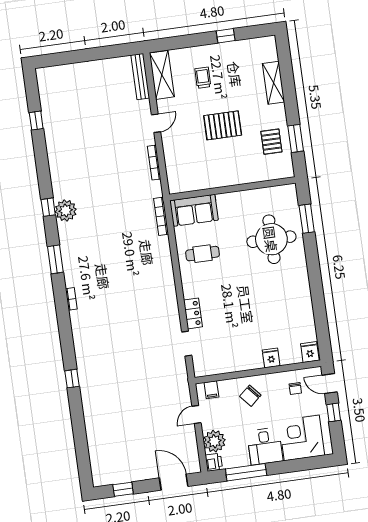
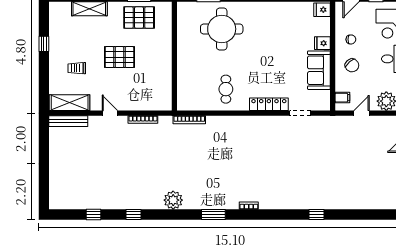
pallet: (223, 125) -> (119, 57), turned 90
pallet: (271, 142) -> (139, 18), width x1.50, depth x1.42
window: (48, 207) -> (134, 215), moved
sofa: (194, 210) -> (319, 70), moved, turned 180
locker: (193, 313) -> (269, 104), width x1.53
chair: (295, 389) -> (351, 39), moved
door: (196, 415) -> (362, 113), swing flipped

